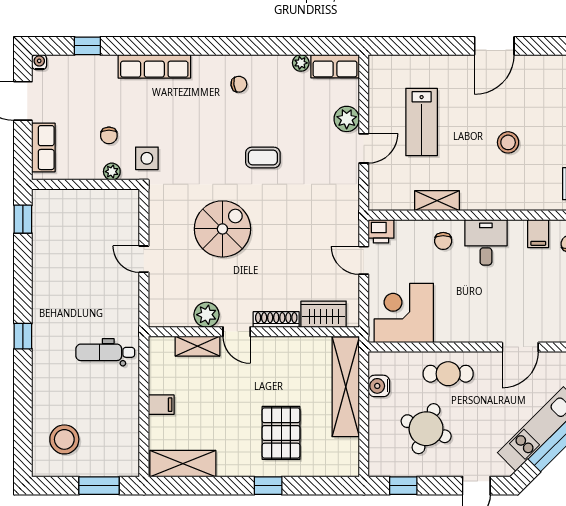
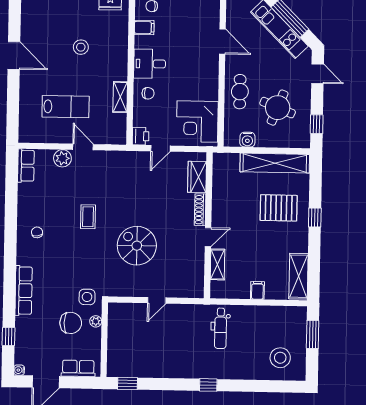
plant: (301, 63) -> (23, 189), removed
chair: (109, 135) -> (71, 323), width x1.87, depth x1.87
plant: (207, 315) -> (196, 258), removed
shelving: (346, 387) -> (275, 163), moved

